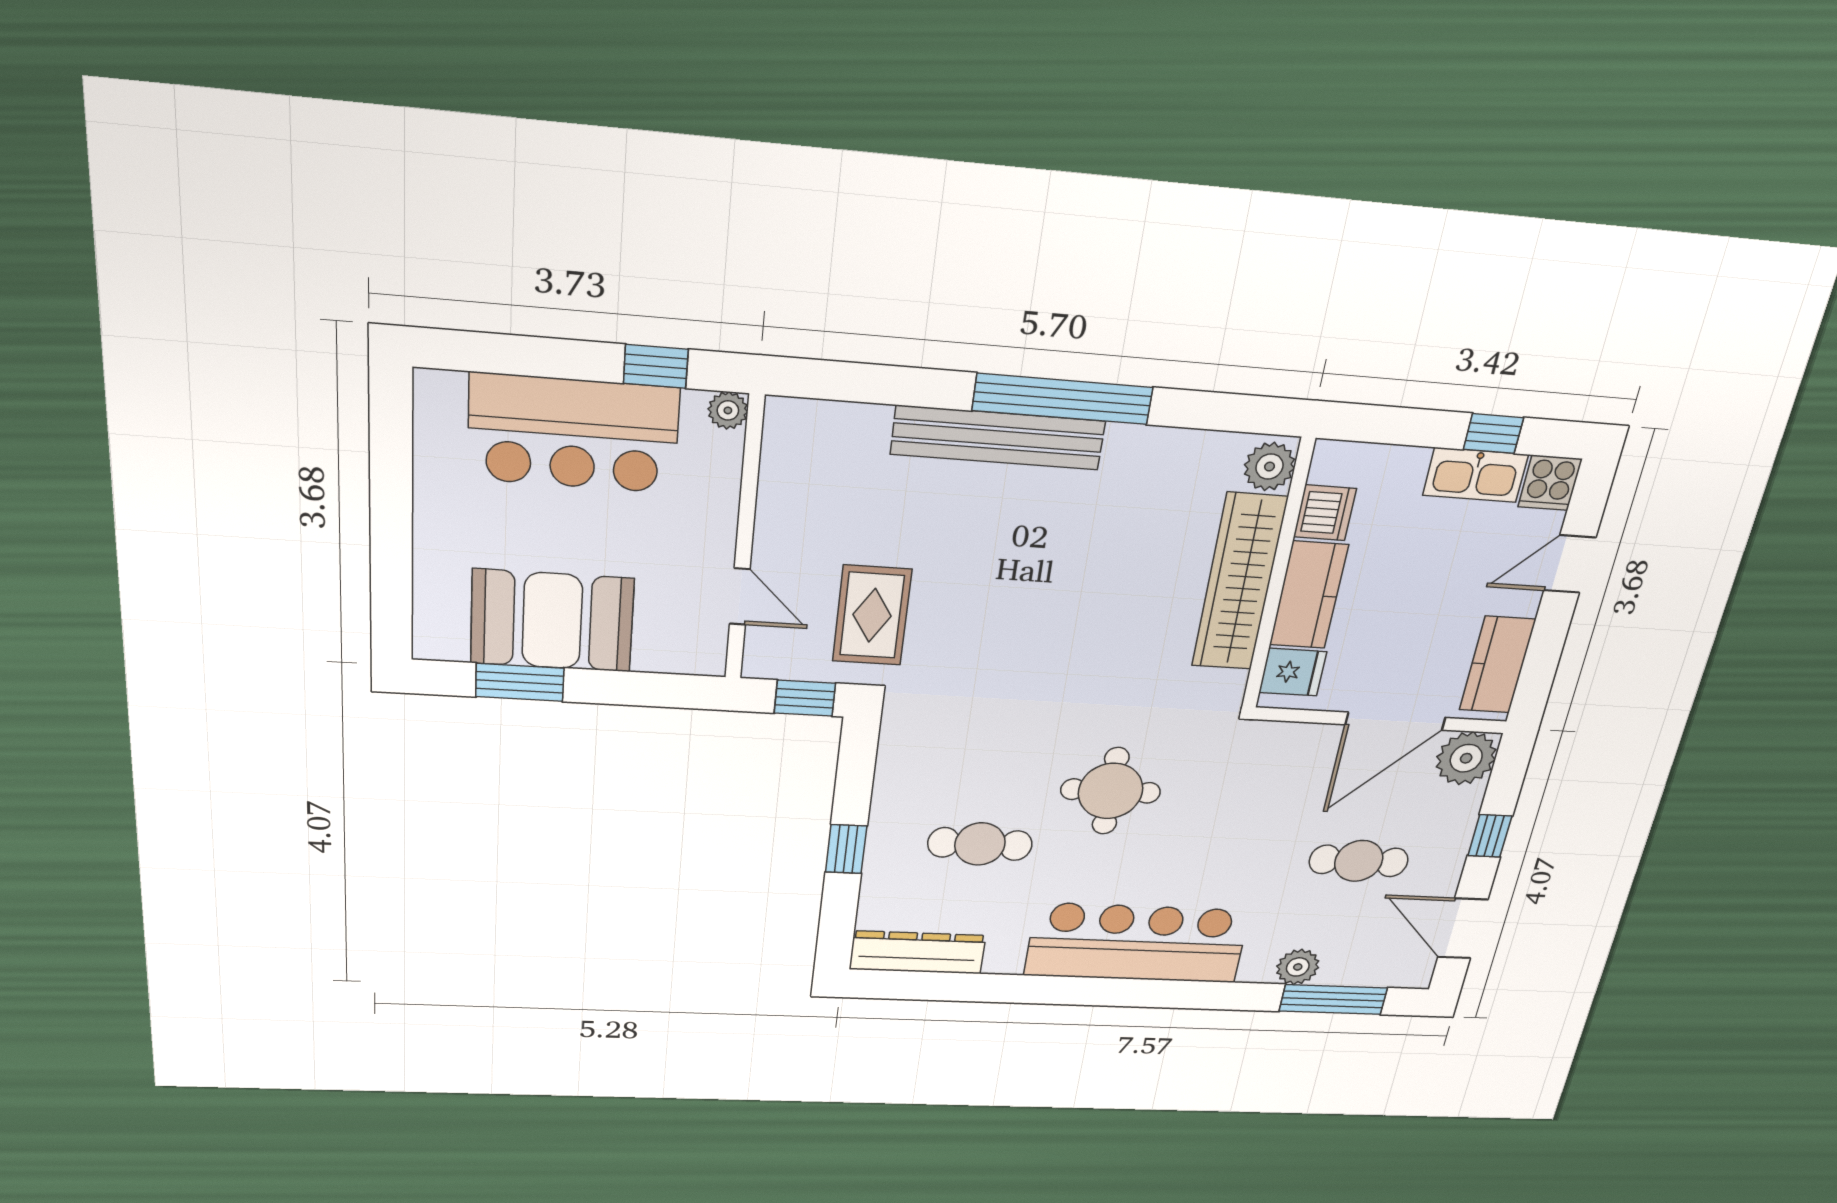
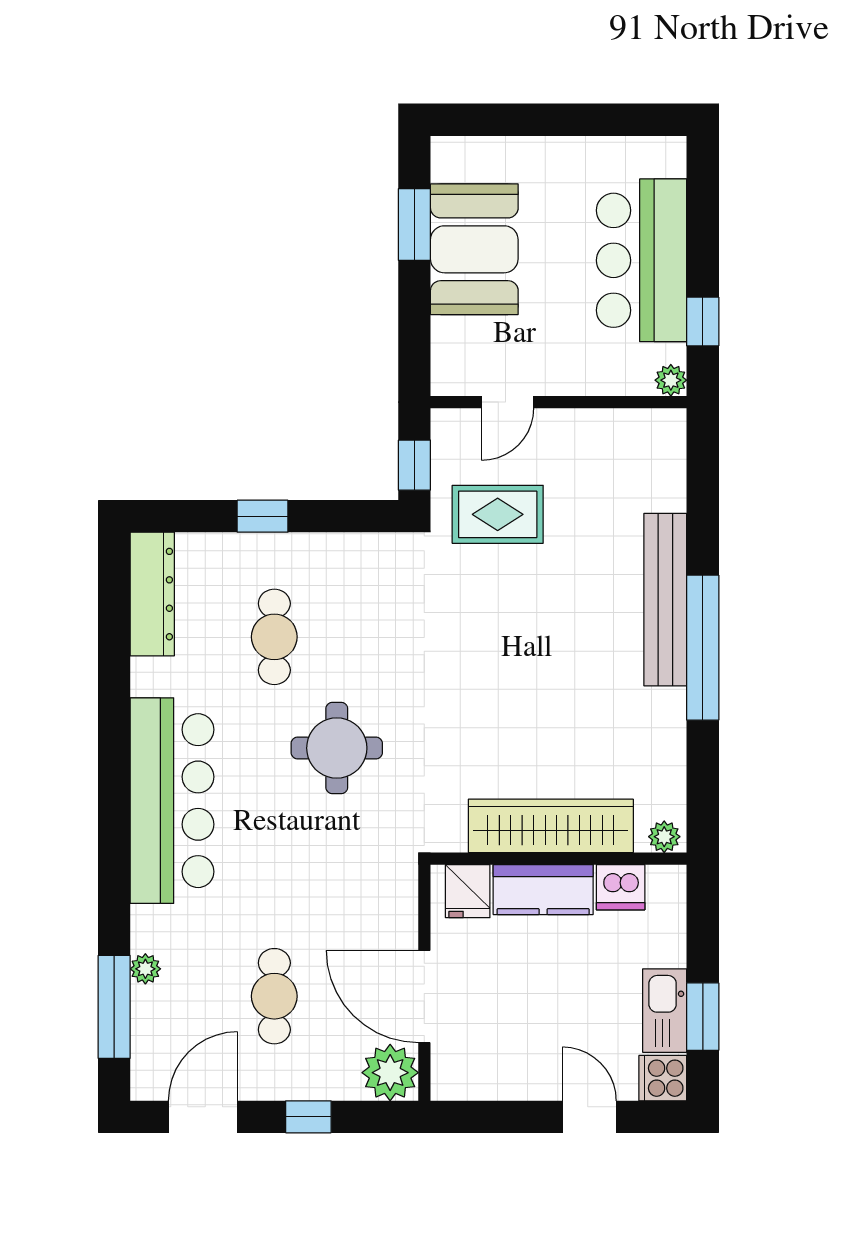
window: (1493, 434) -> (703, 1017), width x1.50
plant: (1269, 467) -> (664, 837), width x0.73, depth x0.73
kitchen counter: (1497, 665) -> (487, 1077), removed
plant: (1298, 967) -> (145, 969), width x0.73, depth x0.73

